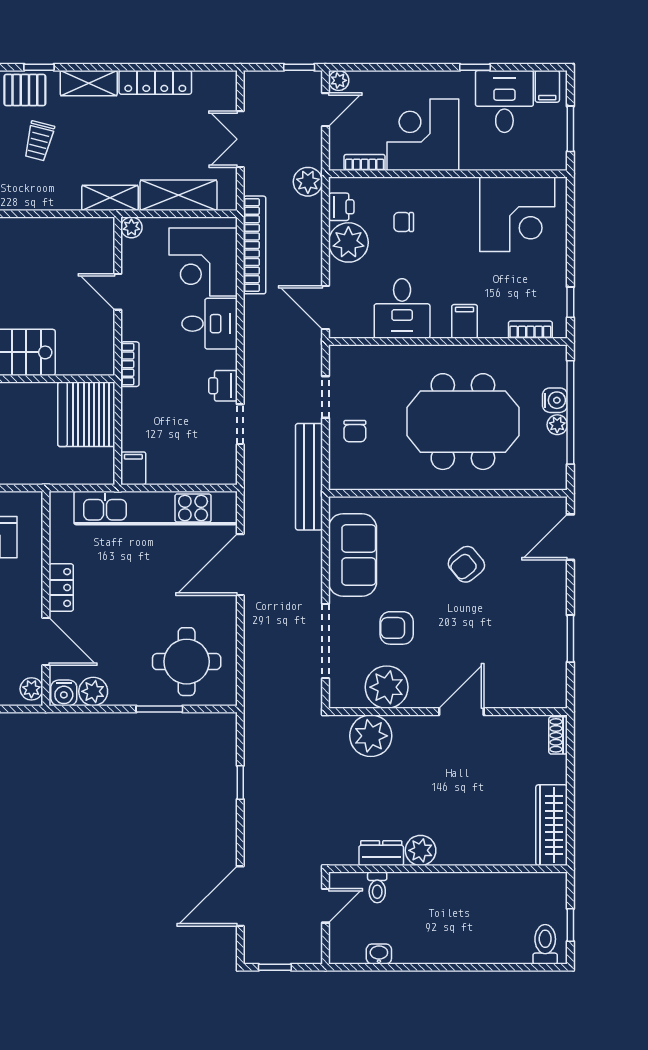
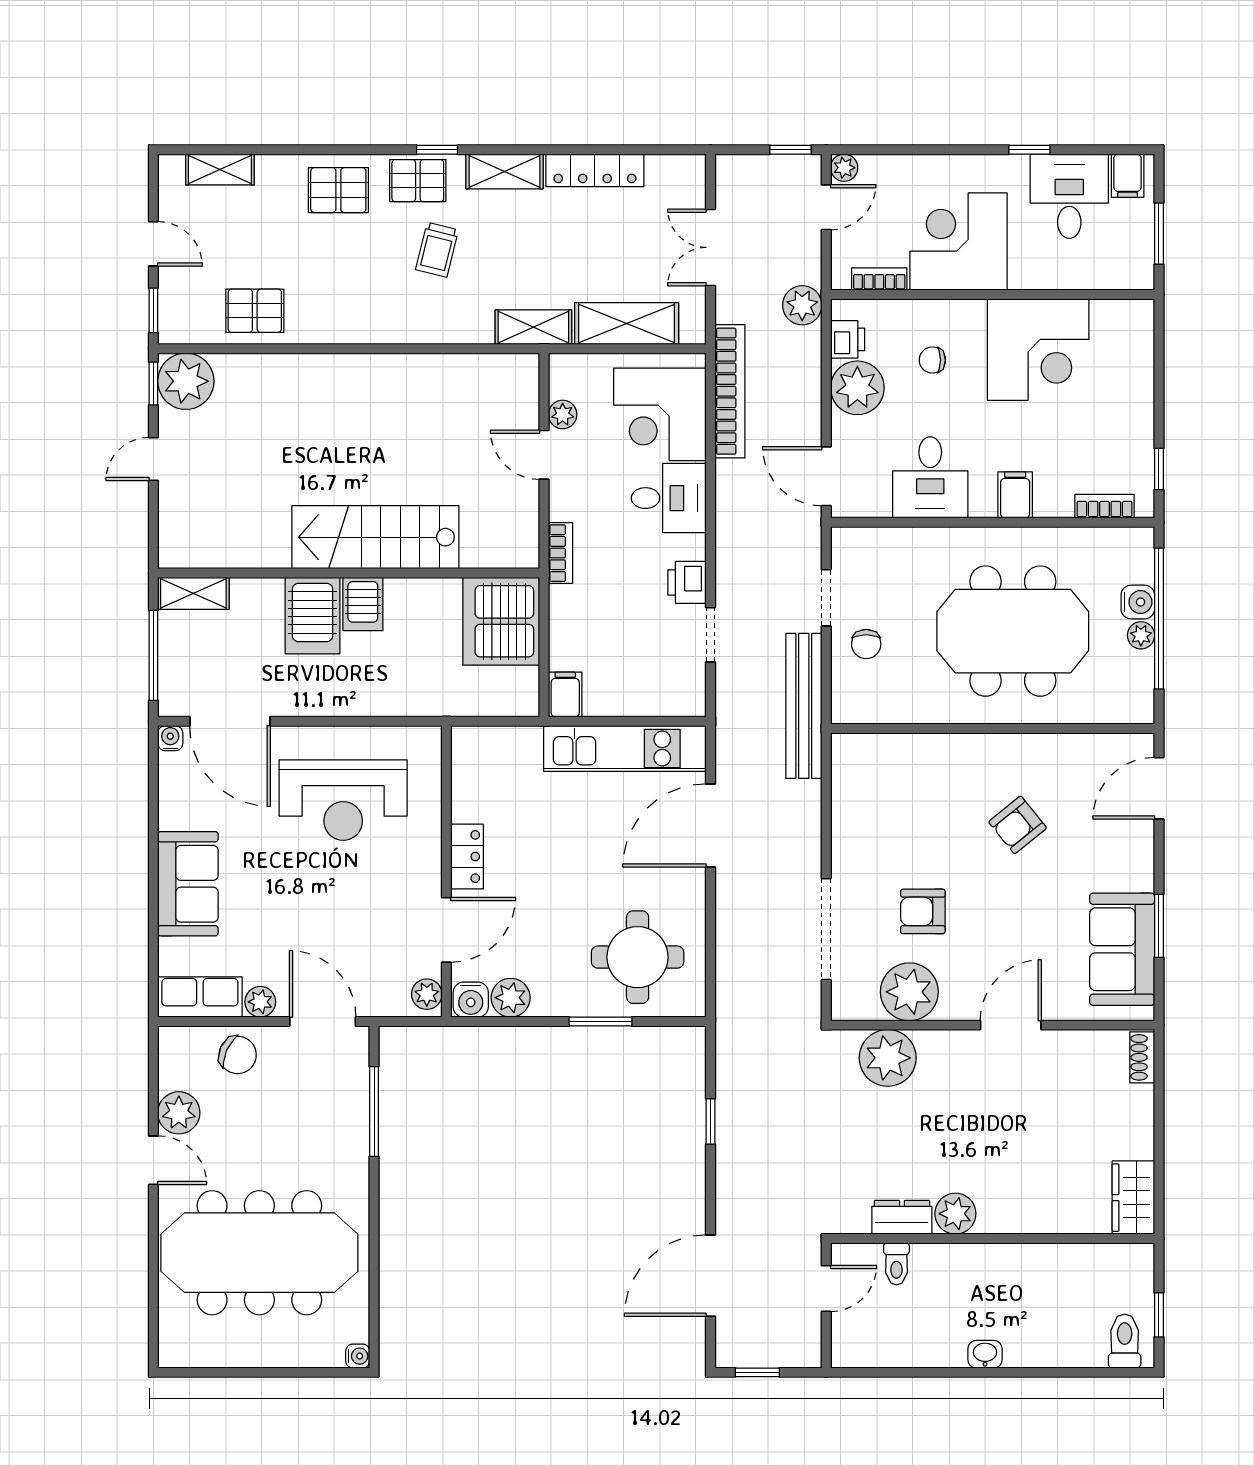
corner desk: (517, 214) -> (1038, 350), moved
plant: (131, 227) -> (563, 414), moved
kitchen unit: (156, 508) -> (625, 748), width x0.73
sofa: (353, 555) -> (1122, 949), moved, turned 180
door: (46, 642) -> (446, 930), hinge flipped
wardrobe: (552, 825) -> (1133, 1198), width x0.67
washbasin: (379, 954) -> (985, 1354), moved

